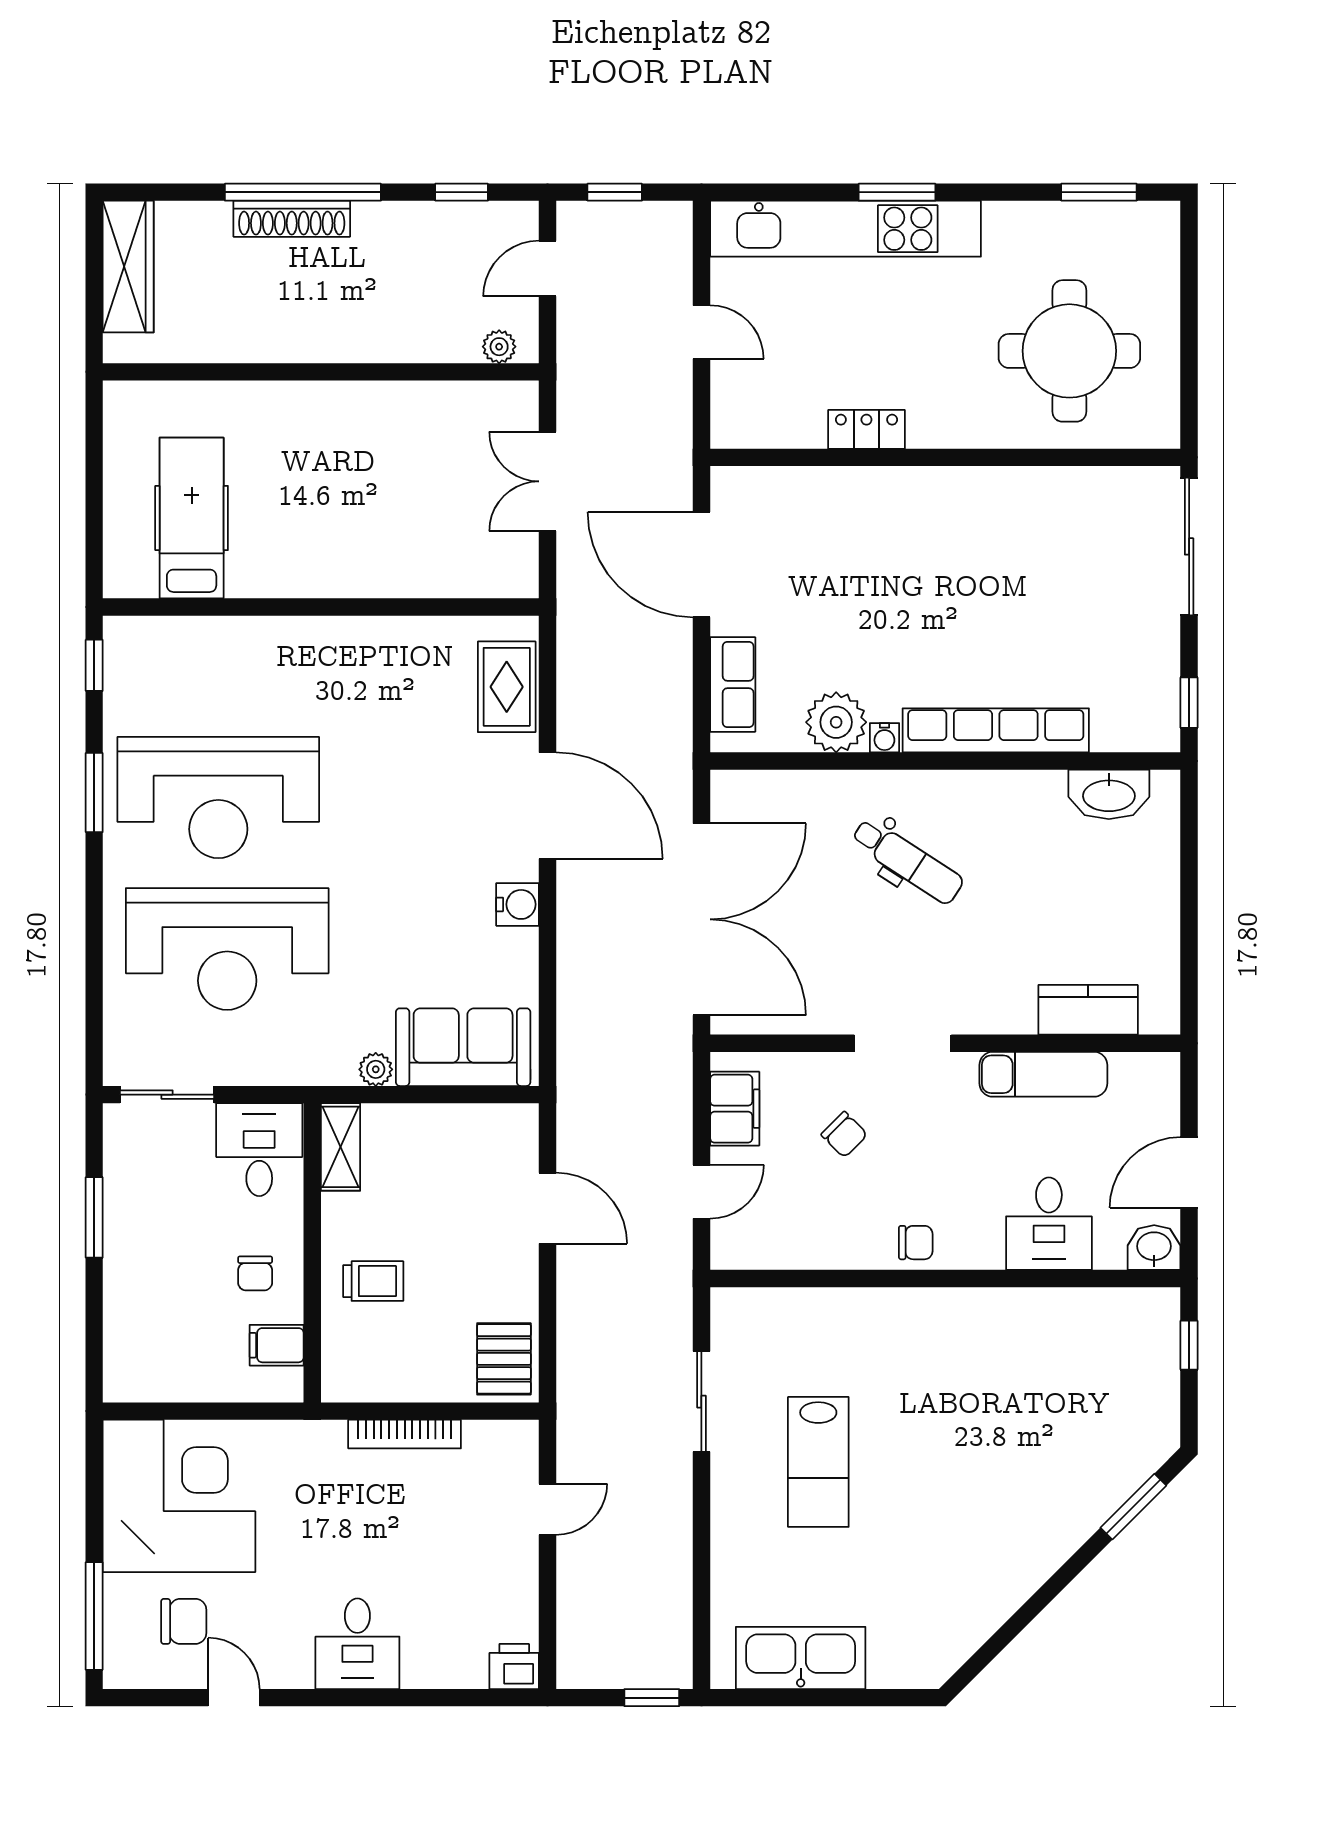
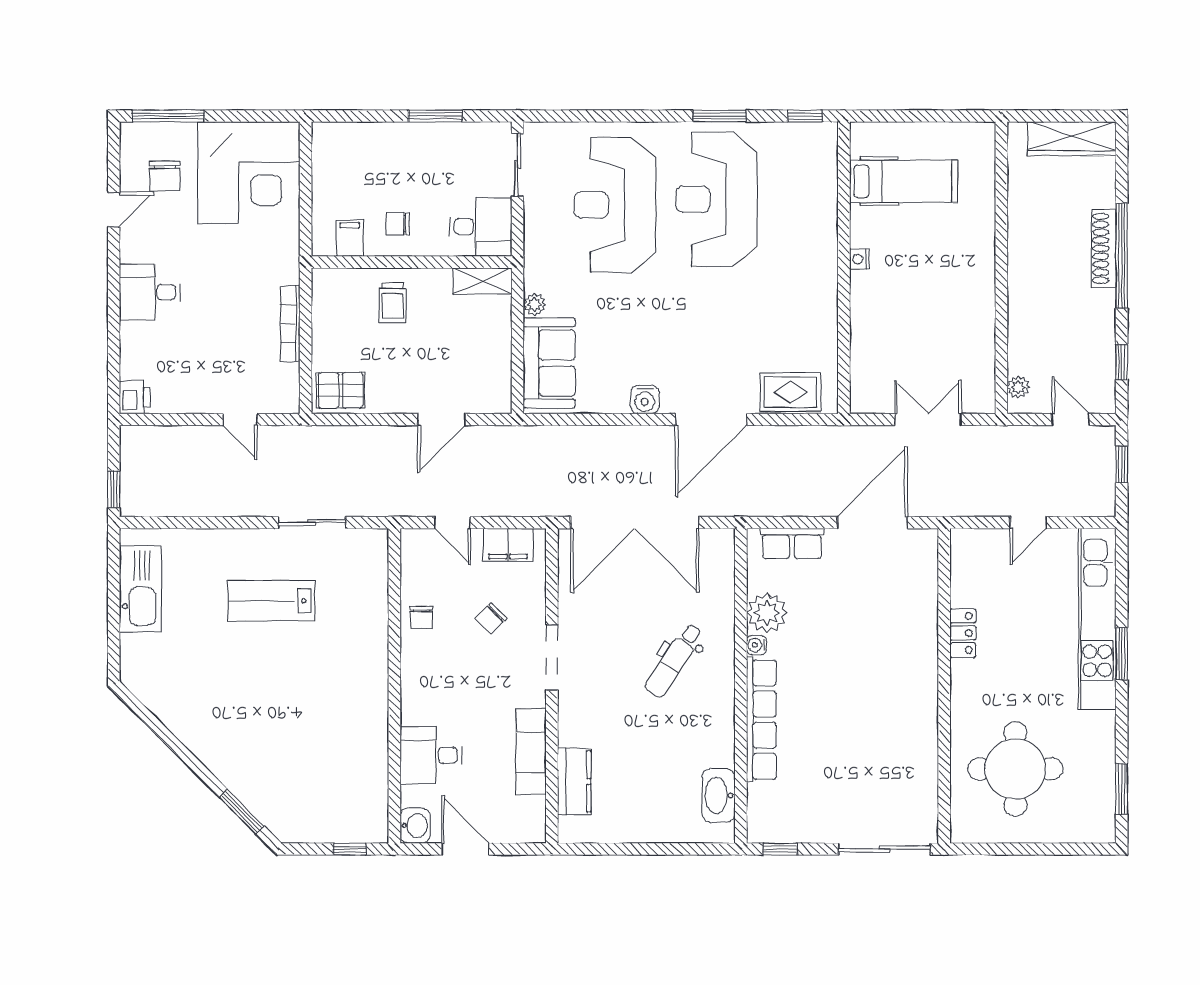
nightstand: (308, 584) -> (859, 259), added
chair: (916, 1243) -> (421, 617), moved

